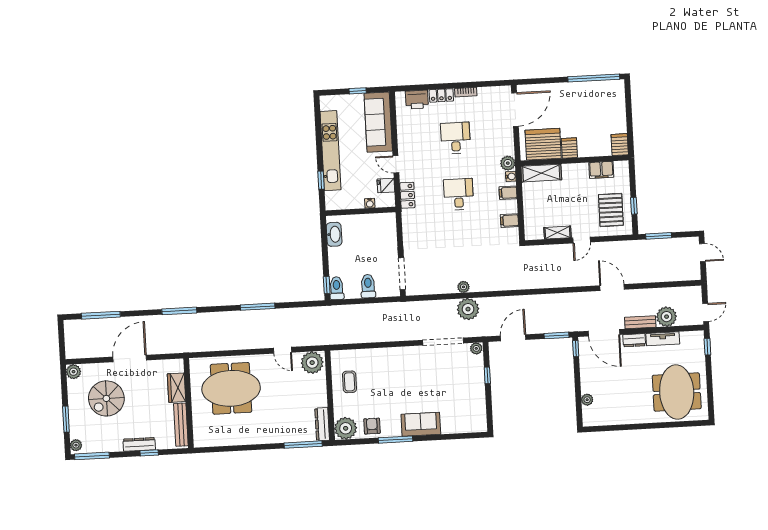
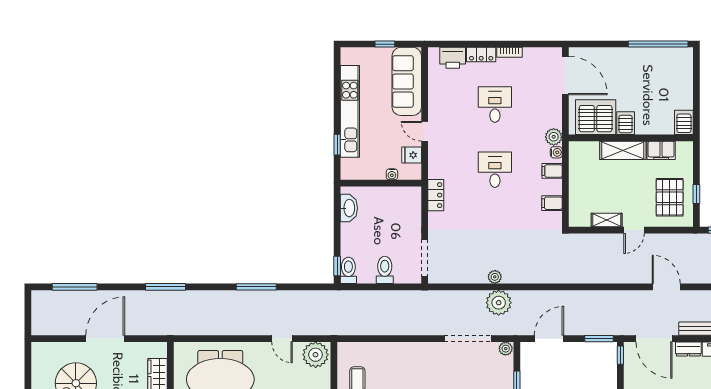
door: (515, 110) -> (565, 75), hinge flipped
shelving: (541, 173) -> (623, 150), moved
locker: (407, 195) -> (436, 195), moved
plant: (73, 372) -> (40, 350), removed

